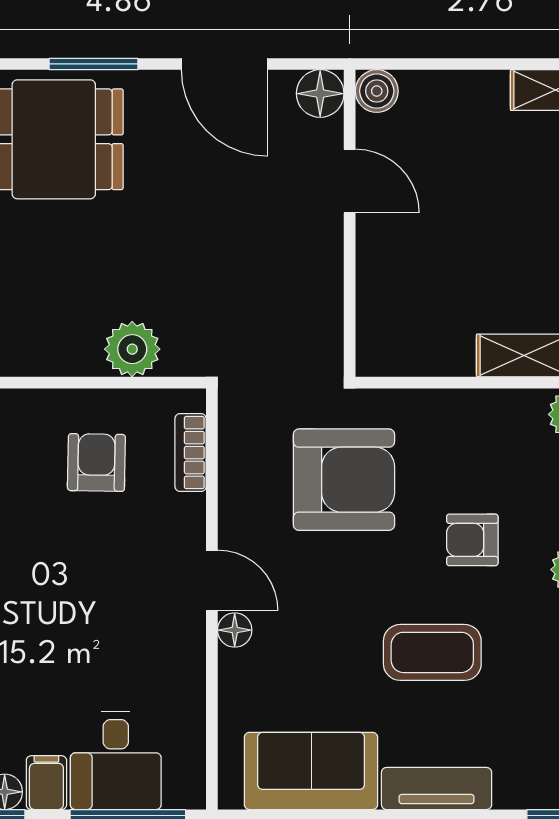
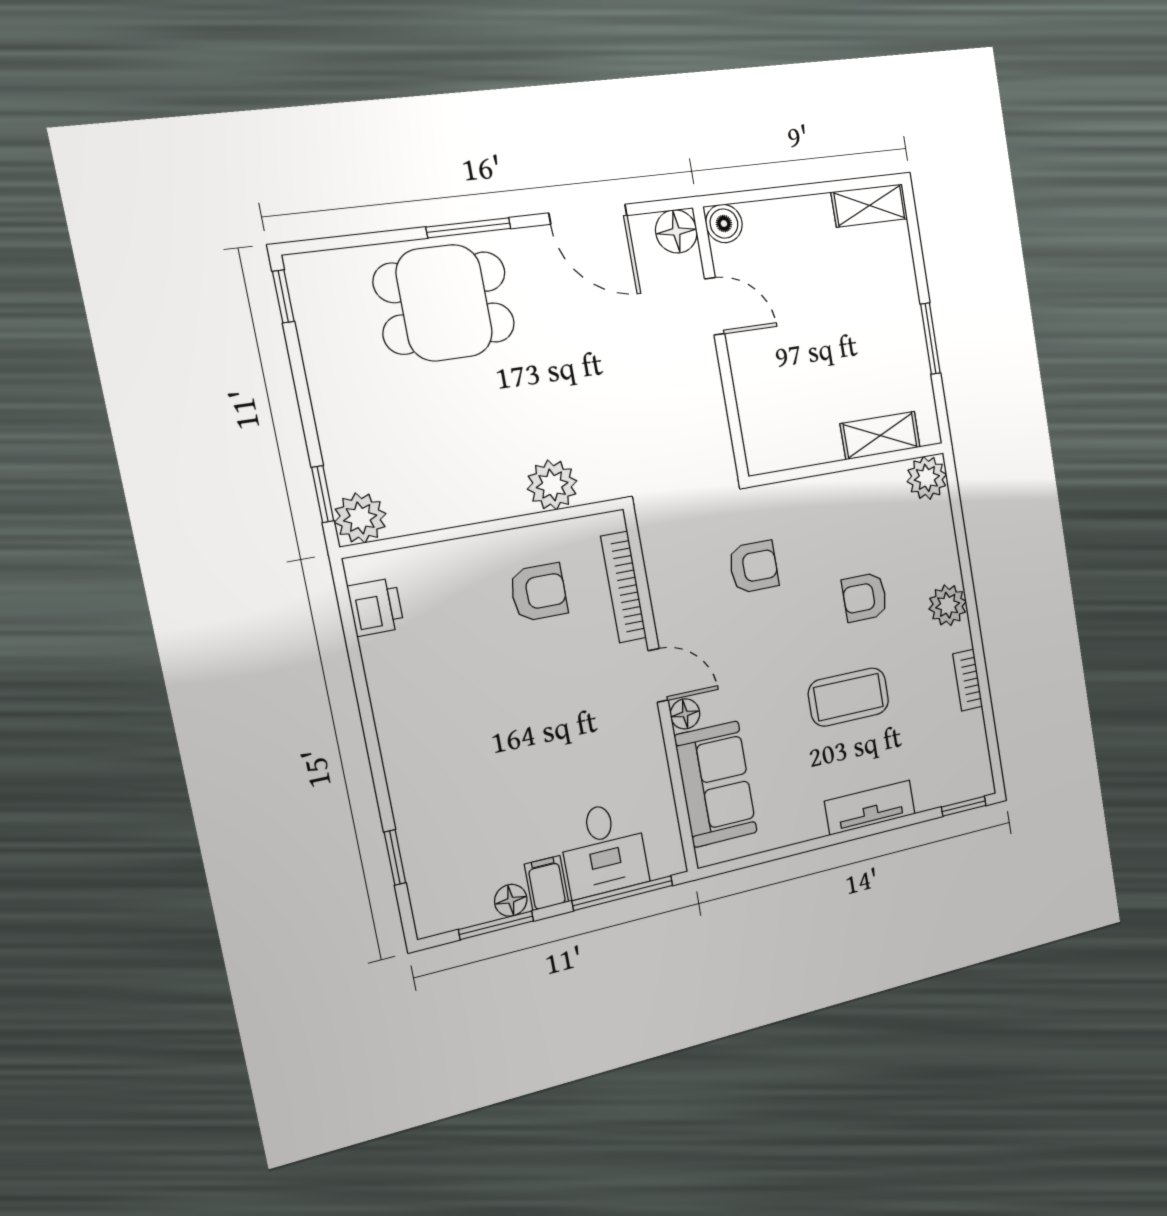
bookcase: (191, 453) -> (624, 587), width x1.56
armchair: (96, 463) -> (539, 592), turned 89
armchair: (344, 480) -> (754, 567), width x0.53, depth x0.53
sofa: (311, 771) -> (716, 784), moved, turned 90

